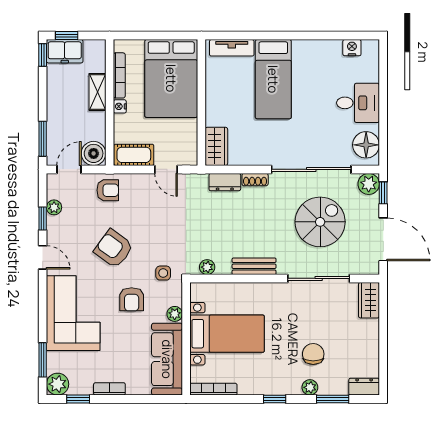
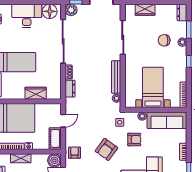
desk: (358, 103) -> (27, 16), width x1.37
wardrobe: (216, 146) -> (36, 93), moved
spiral stairs: (320, 222) -> (92, 36), removed
bench: (254, 266) -> (116, 77), width x1.36
wardrobe: (369, 300) -> (145, 10), moved

